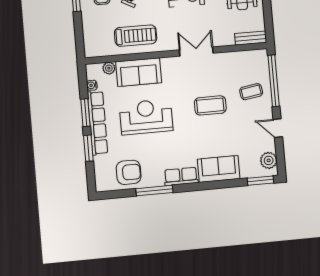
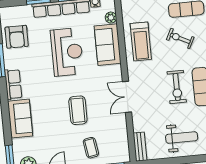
double door: (196, 52) -> (127, 97), swing flipped

